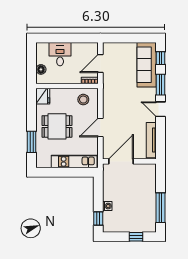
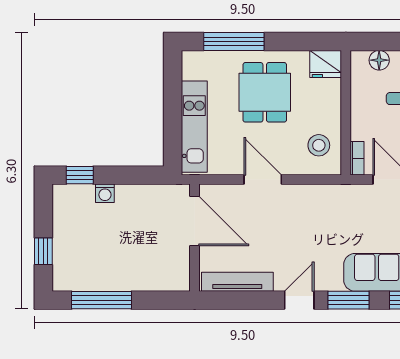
window: (32, 142) -> (234, 41), width x1.44

